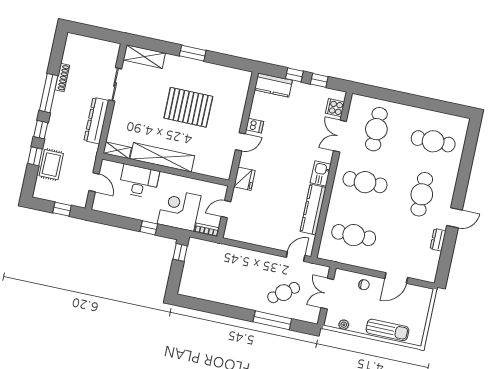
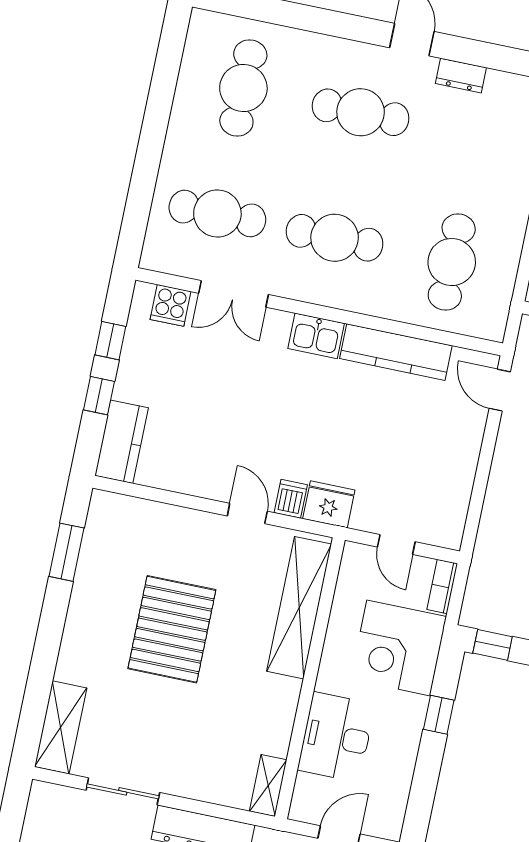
window: (193, 53) -> (67, 552), moved
dishwasher: (255, 126) -> (291, 499), moved
shelving: (162, 157) -> (299, 608), moved
cafe table: (365, 182) -> (335, 238), turned 90

